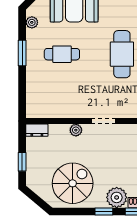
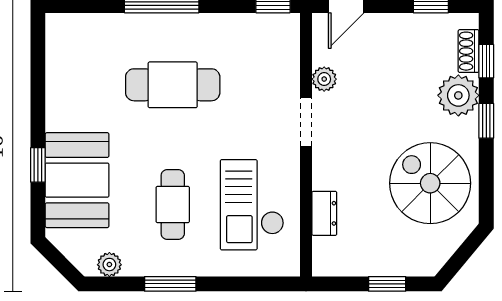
checkout: (62, 94) -> (252, 205), added
dresser: (37, 130) -> (324, 213), moved
plant: (76, 130) -> (324, 79), moved

